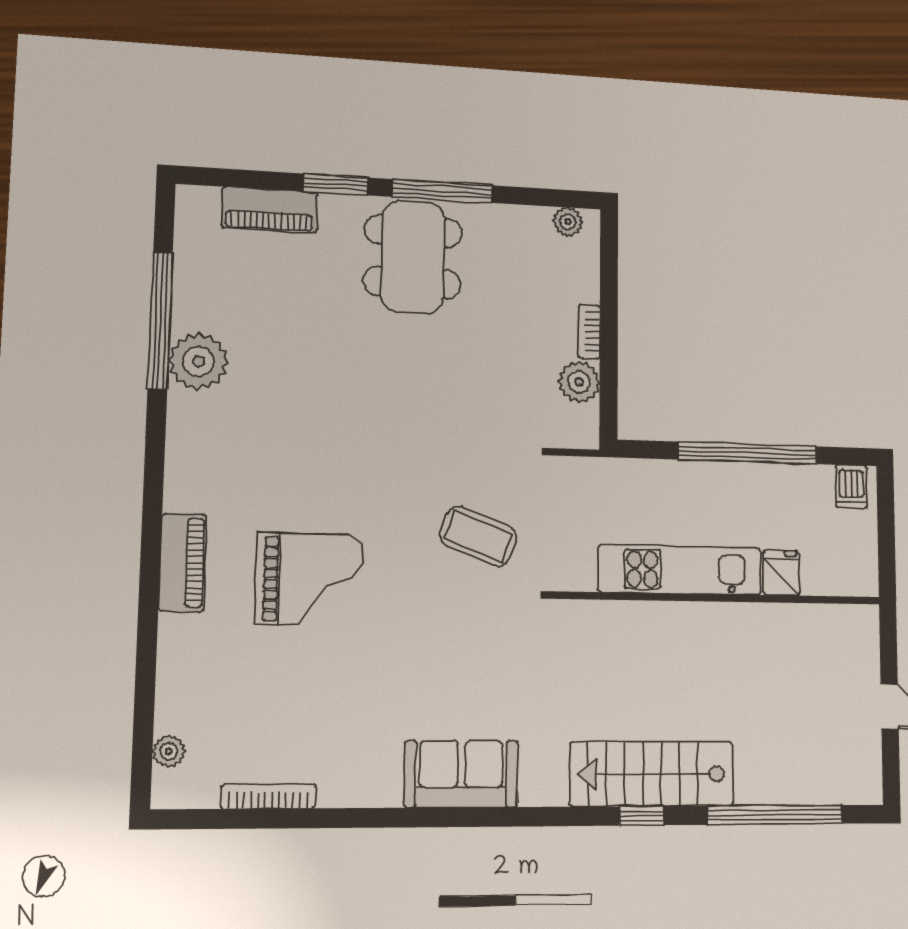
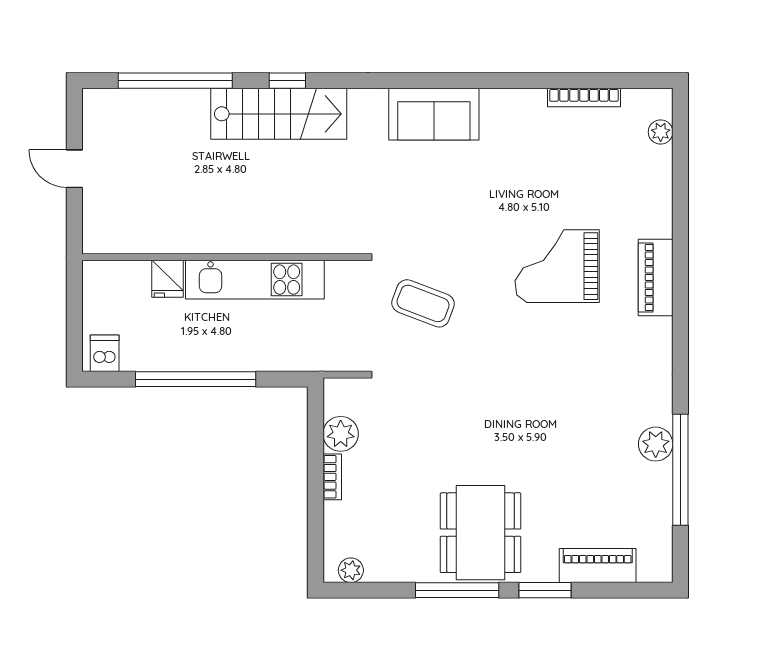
plant: (198, 361) -> (656, 444), width x0.73, depth x0.73

